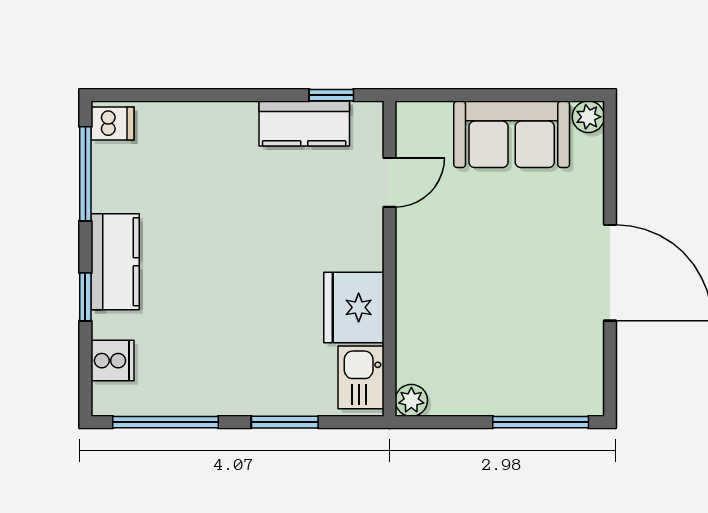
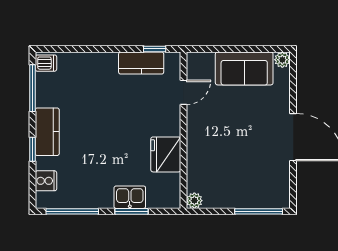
kitchen sink: (361, 377) -> (130, 197), moved, turned 90

